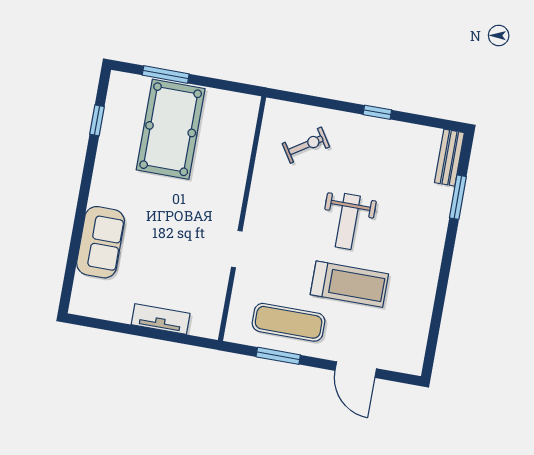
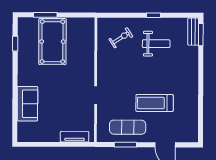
window: (458, 197) -> (201, 35), moved
weight bench: (348, 221) -> (156, 44), moved, turned -90
treadmill: (349, 284) -> (155, 103), turned 180
tv unit: (161, 319) -> (75, 137), moved

